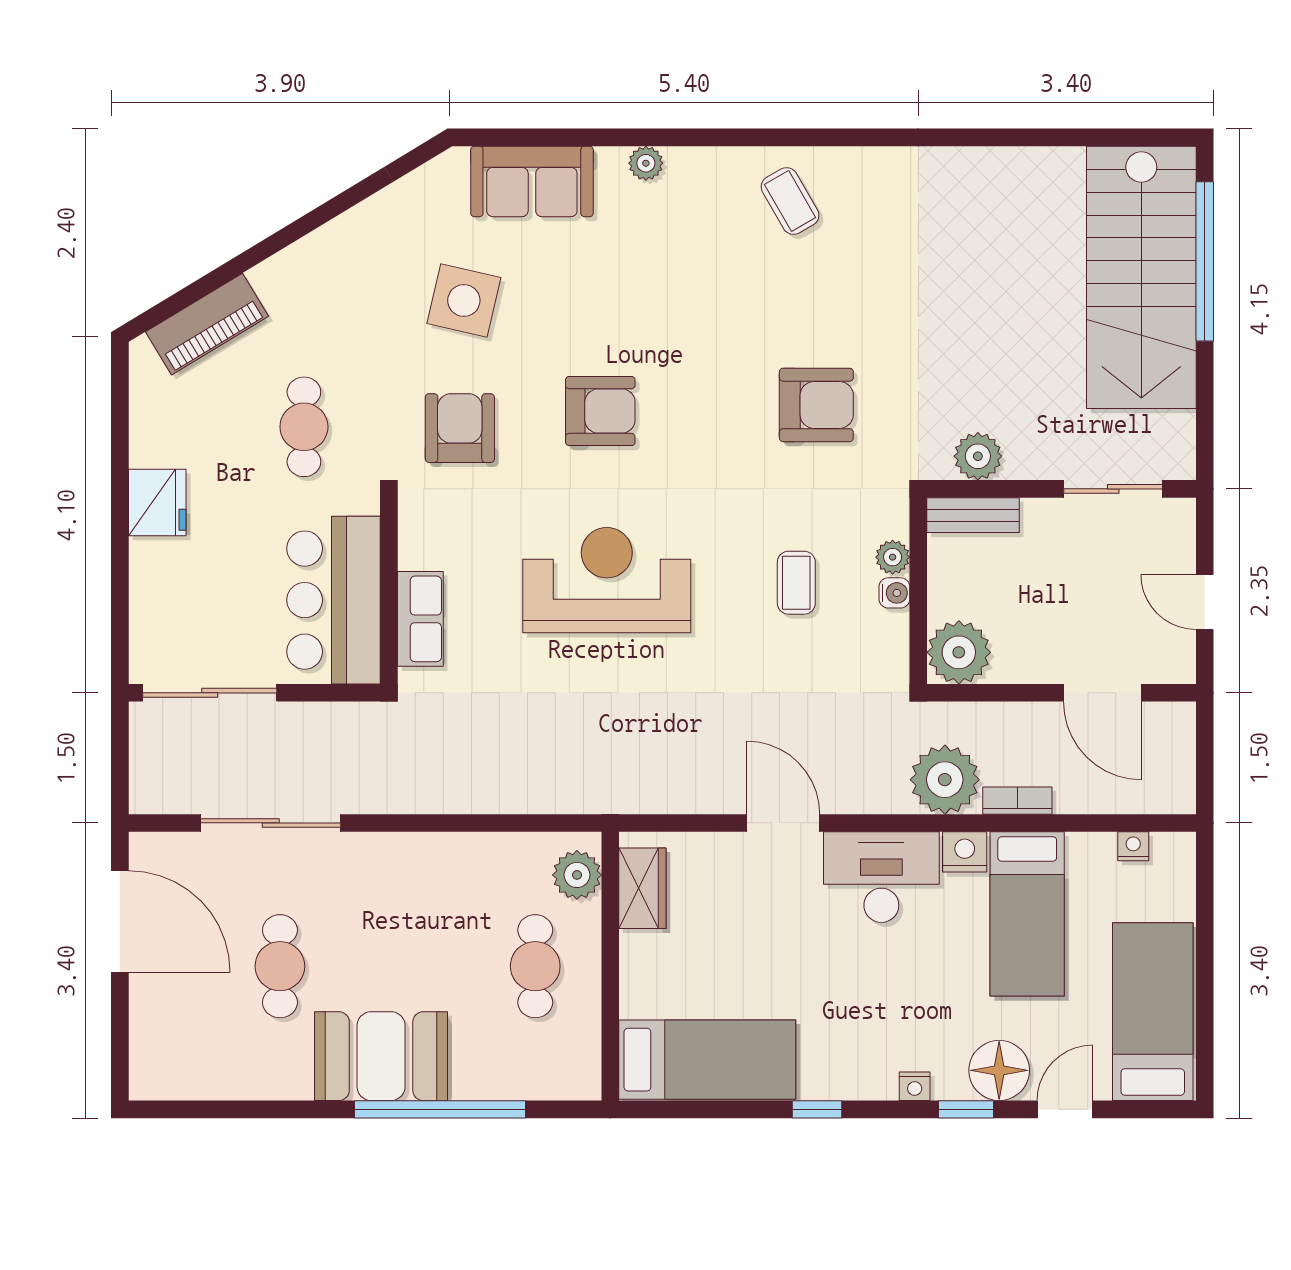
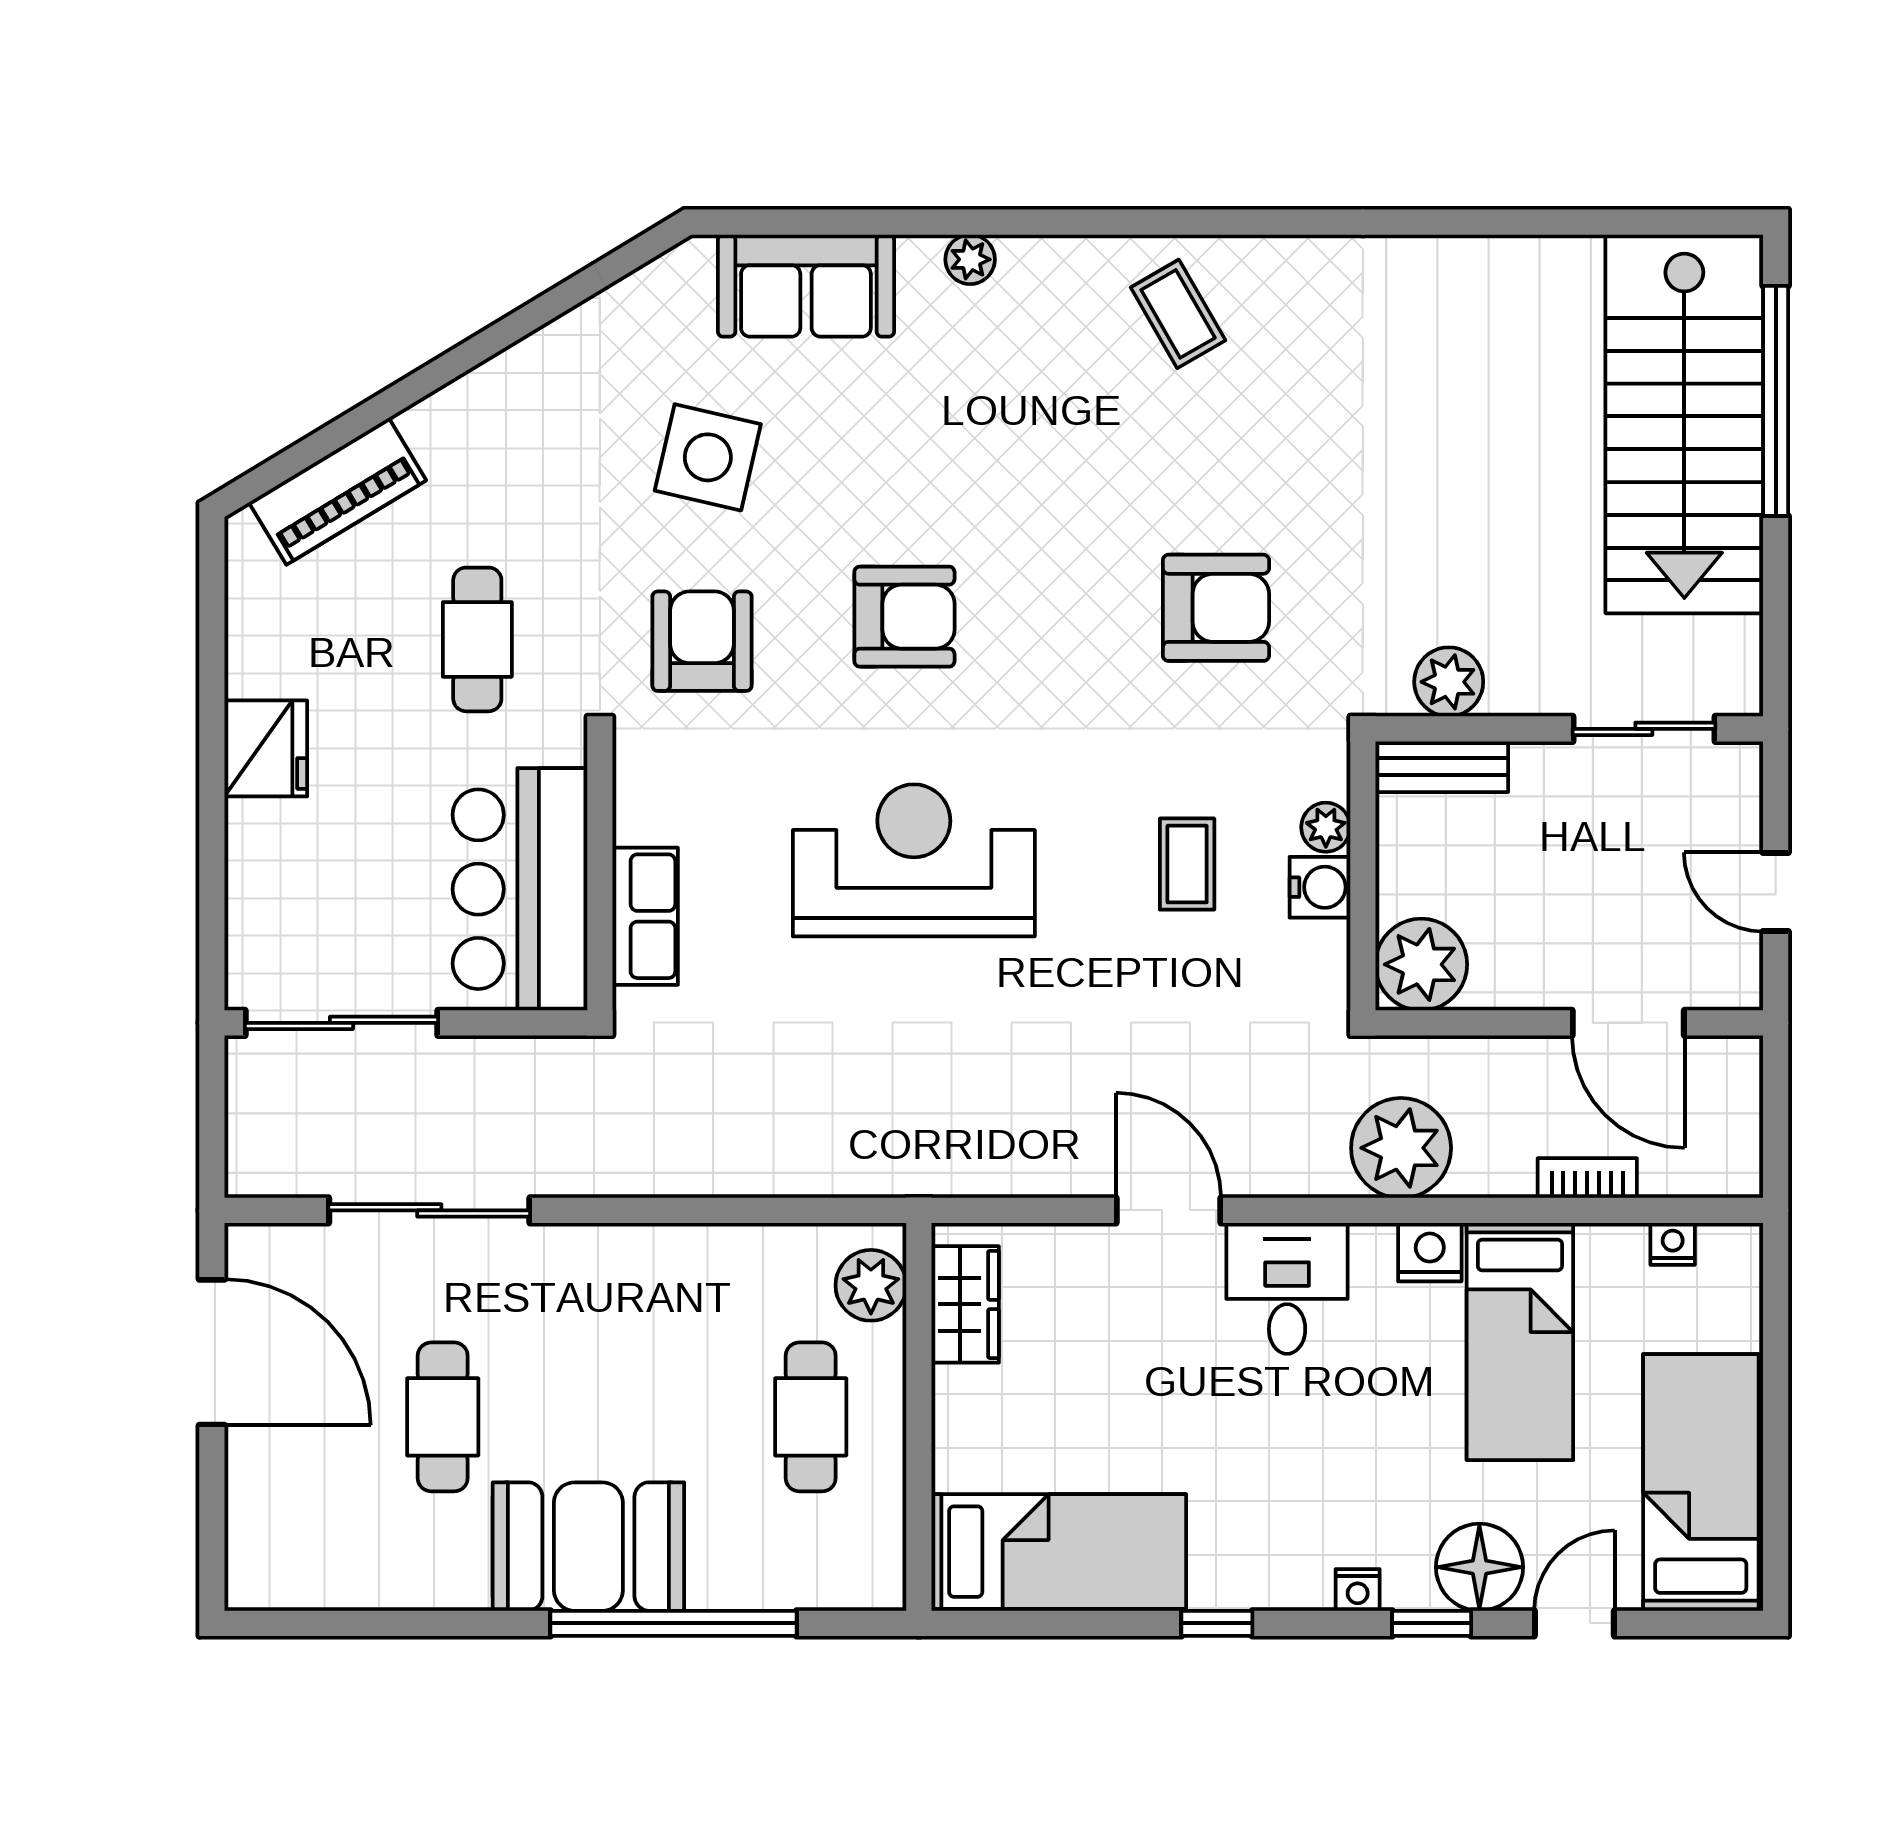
water cooler: (894, 593) -> (1320, 887), width x1.38, depth x1.38
bookcase: (1017, 801) -> (1587, 1178), moved
desk: (881, 877) -> (1287, 1288), width x0.73

